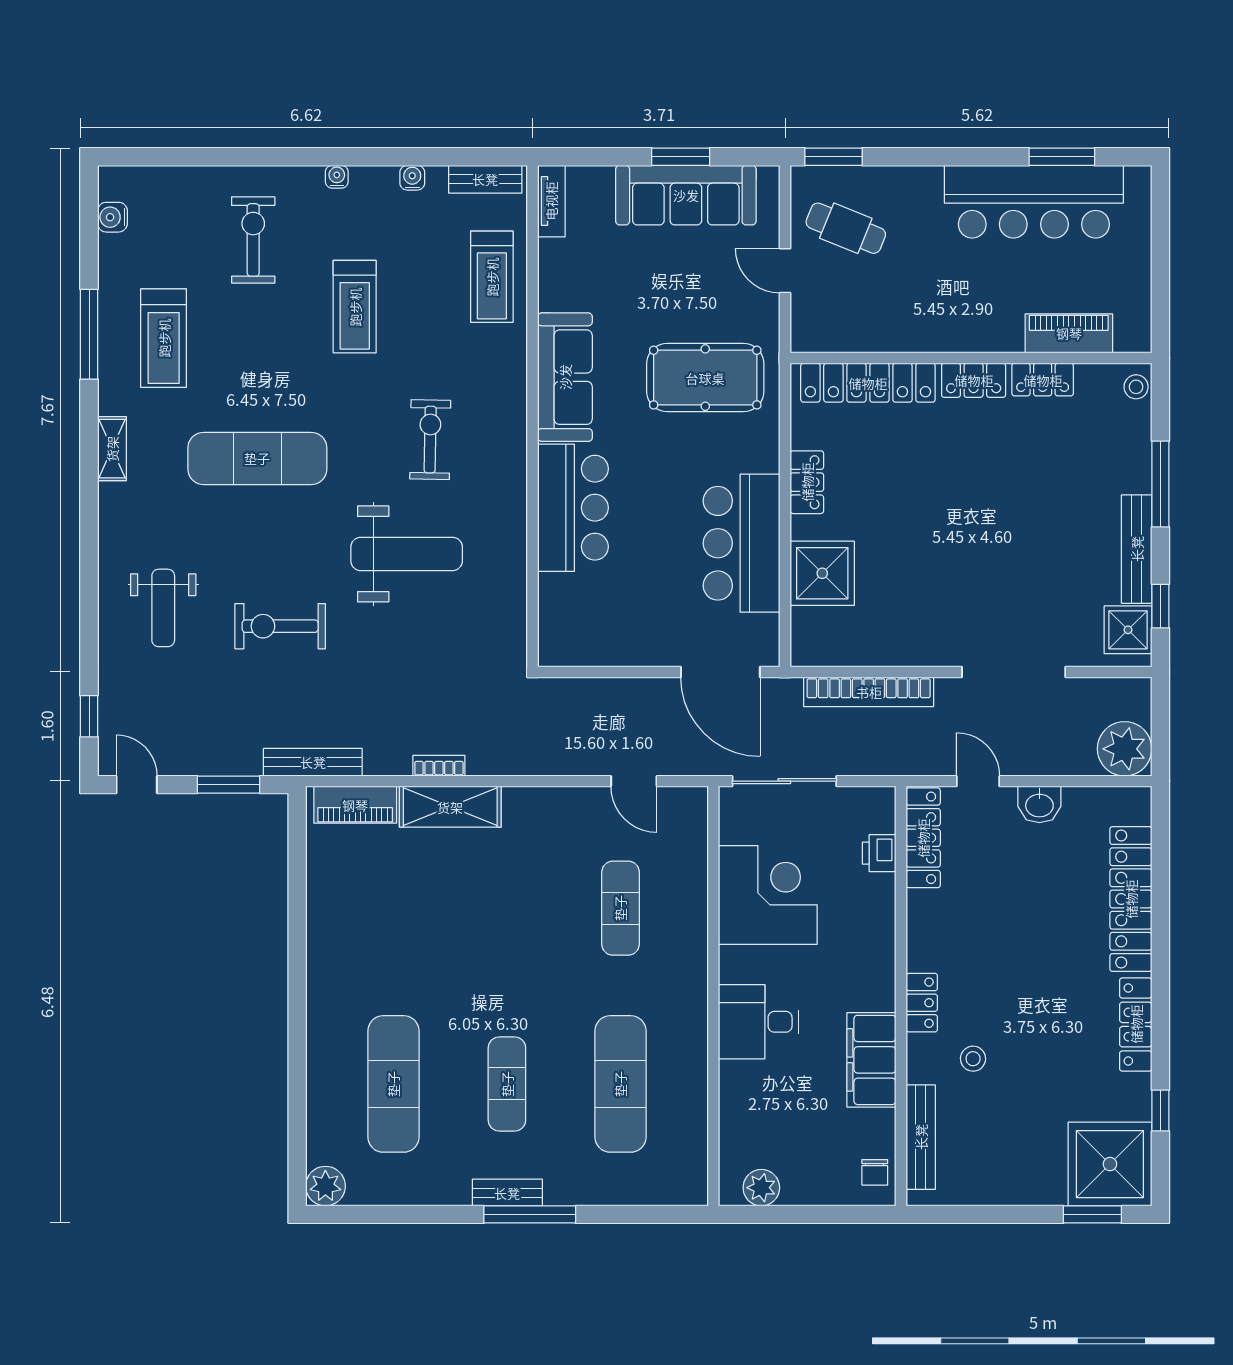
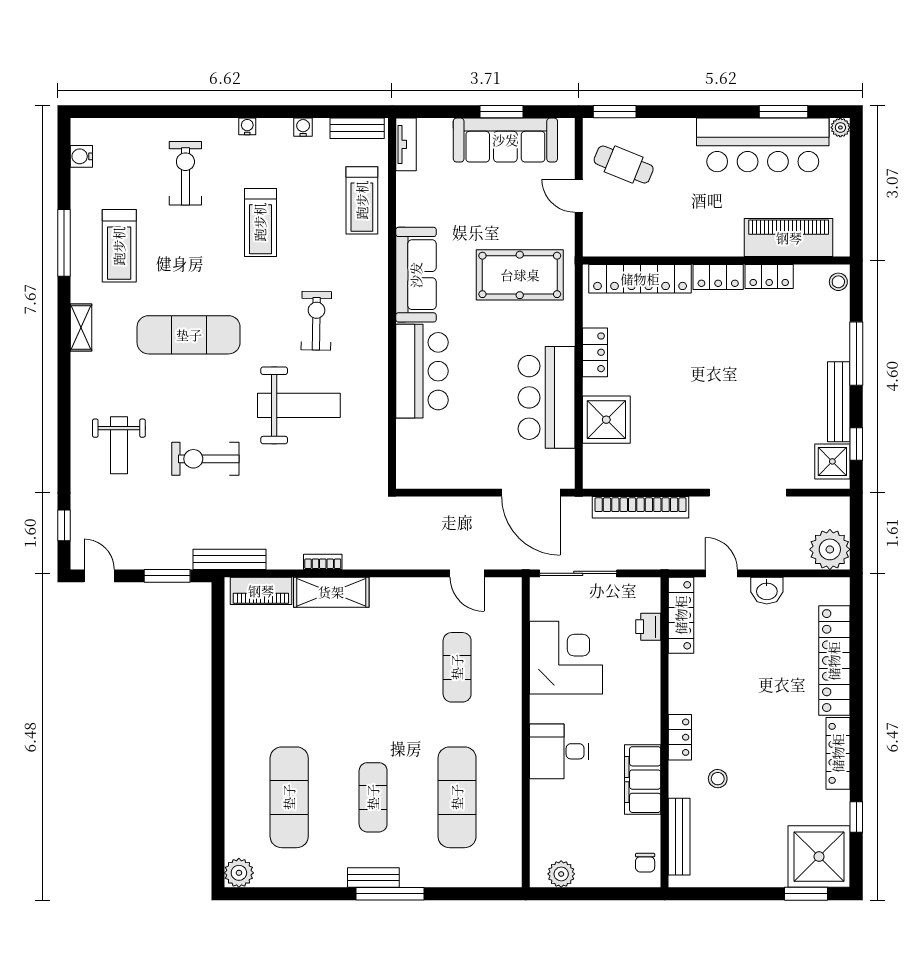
plant: (1139, 178) -> (840, 128), added
piano: (1069, 333) -> (789, 238), width x1.37, depth x1.33

